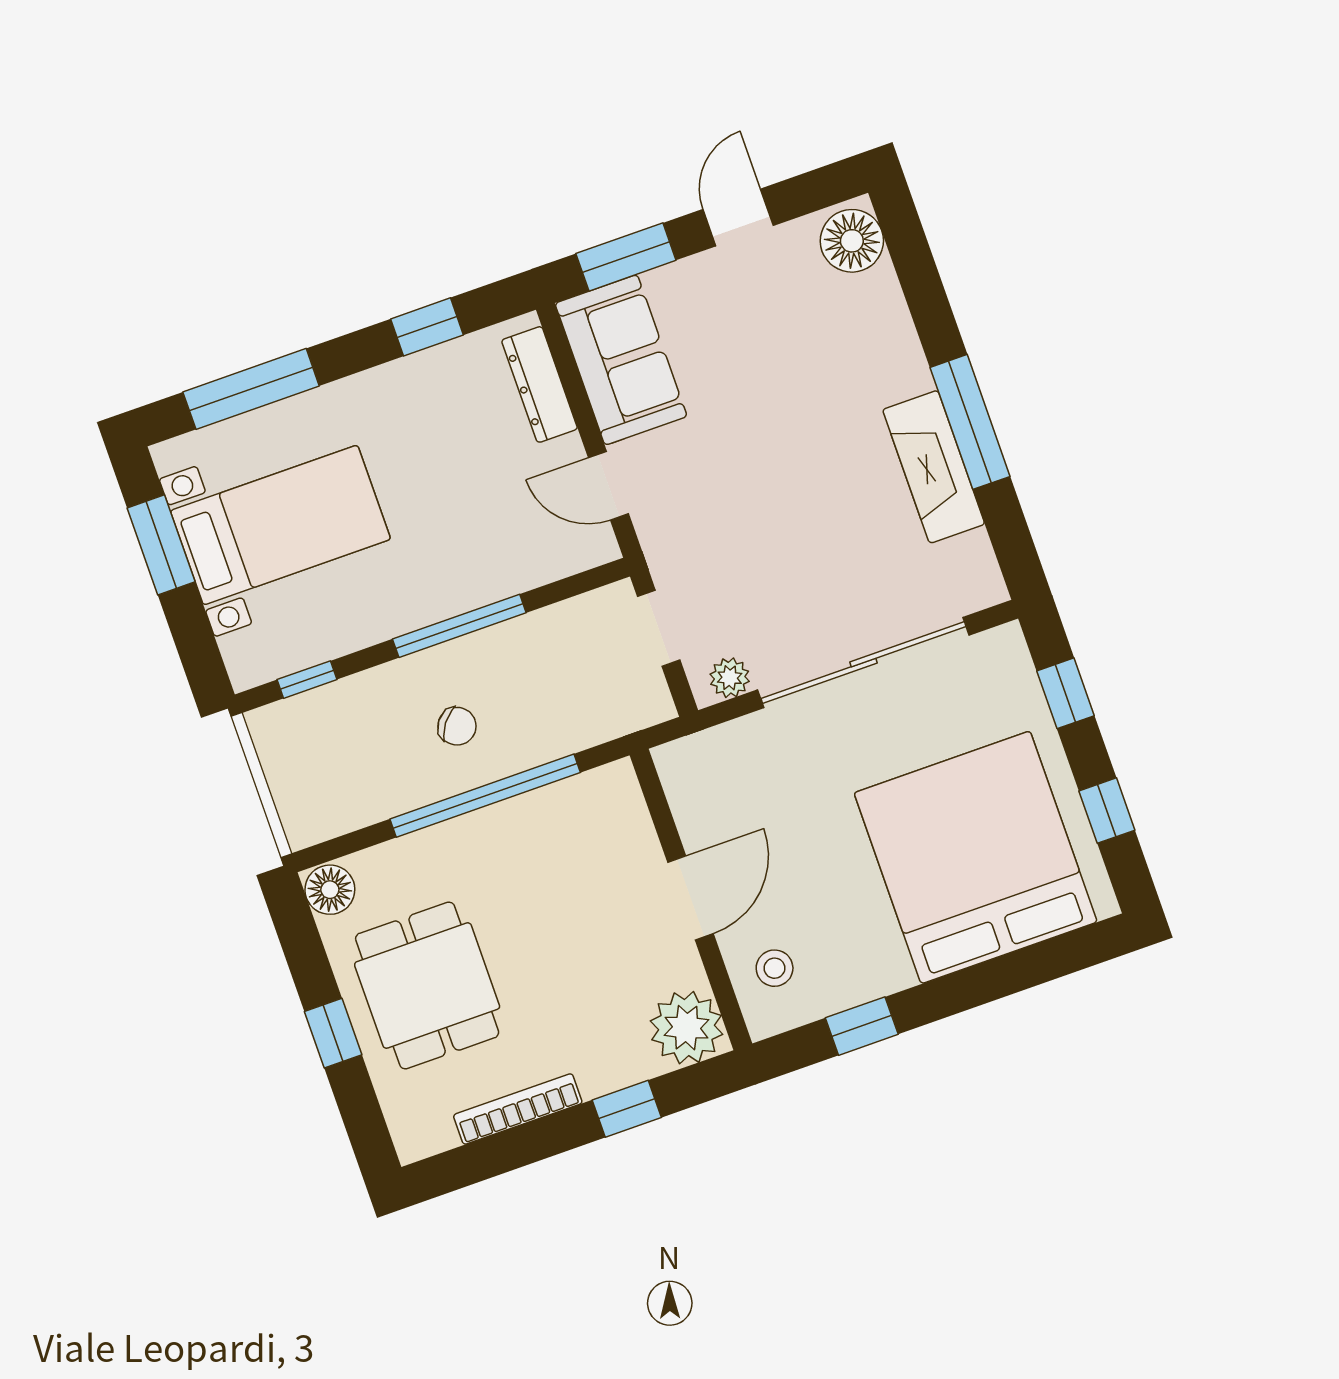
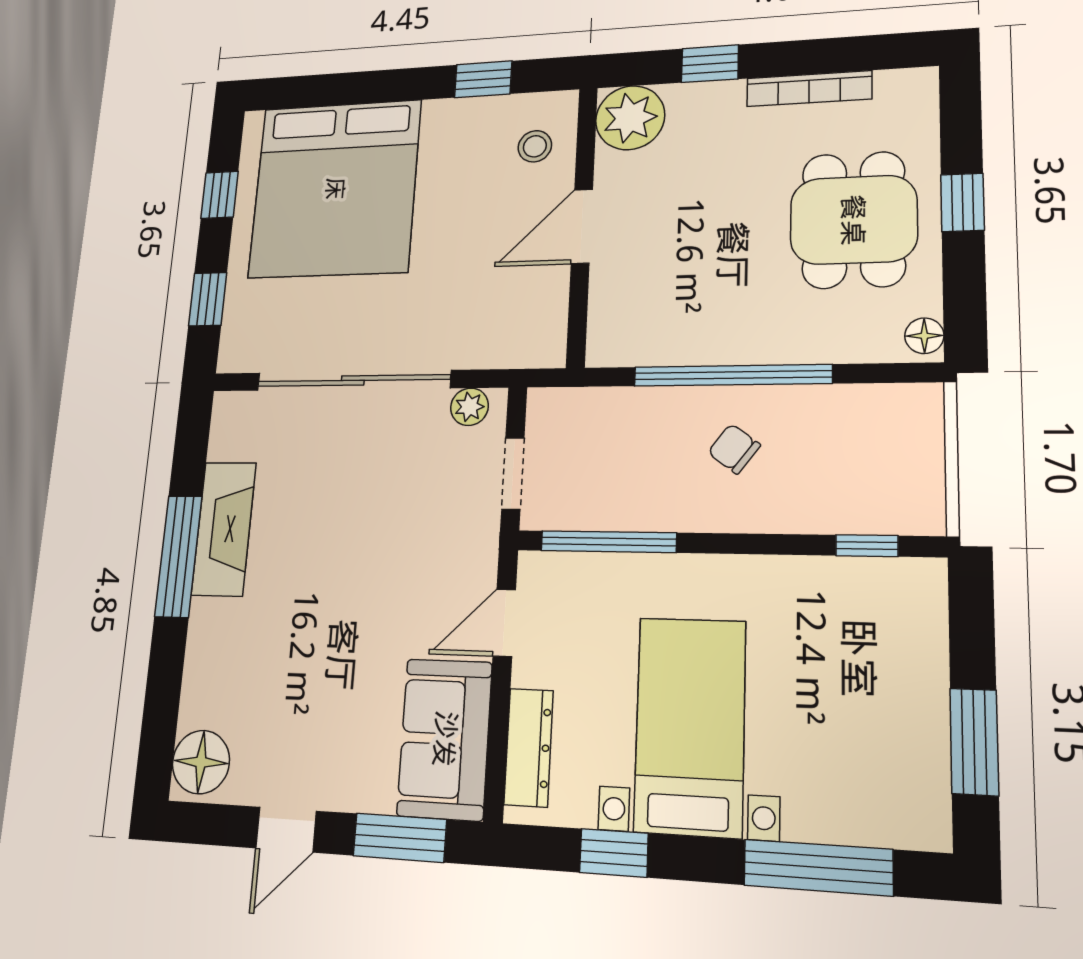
door: (608, 486) -> (504, 623), swing flipped
bed with nightstands: (280, 525) -> (690, 726), moved, turned 90
window: (459, 626) -> (608, 542), moved
floor lamp: (330, 890) -> (924, 336), width x0.73, depth x0.73

